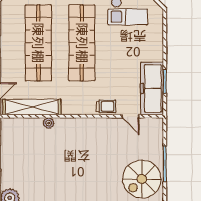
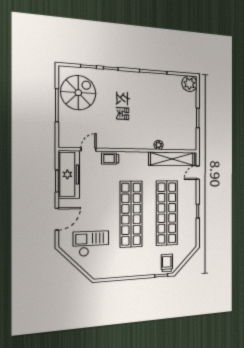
door: (165, 40) -> (57, 219), added
door: (131, 116) -> (88, 150), hinge flipped

